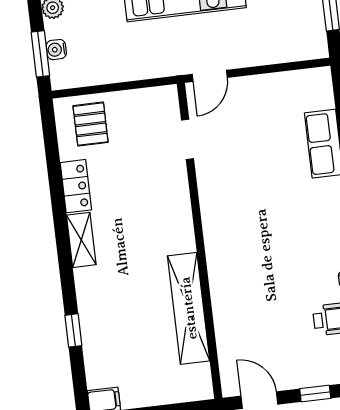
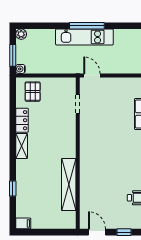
water cooler: (56, 50) -> (21, 69), moved
door: (210, 76) -> (92, 75), swing flipped

